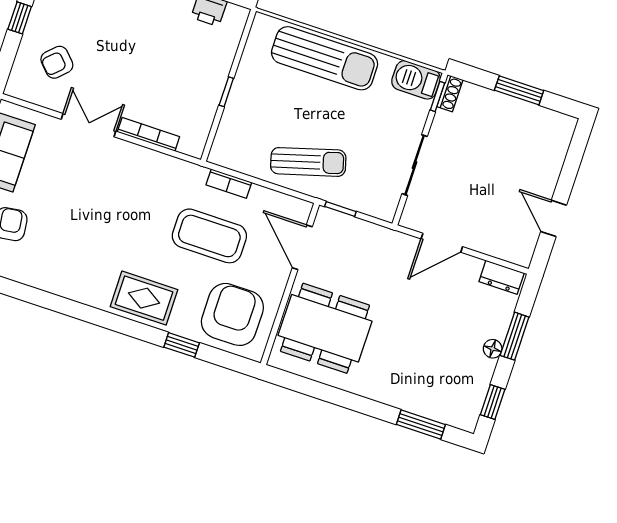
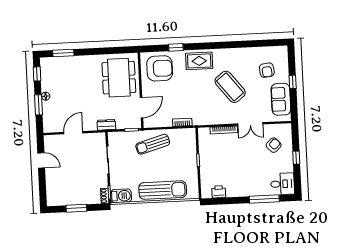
sun lounger: (325, 58) -> (163, 190), turned 180
coffee table: (209, 236) -> (230, 87), moved, turned 52
door: (442, 243) -> (73, 133), moved
door: (302, 247) -> (141, 108), hinge flipped
dresser: (502, 277) -> (106, 125), moved
armchair: (232, 314) -> (160, 68), turned -90
dining table: (325, 328) -> (119, 78), turned 90

